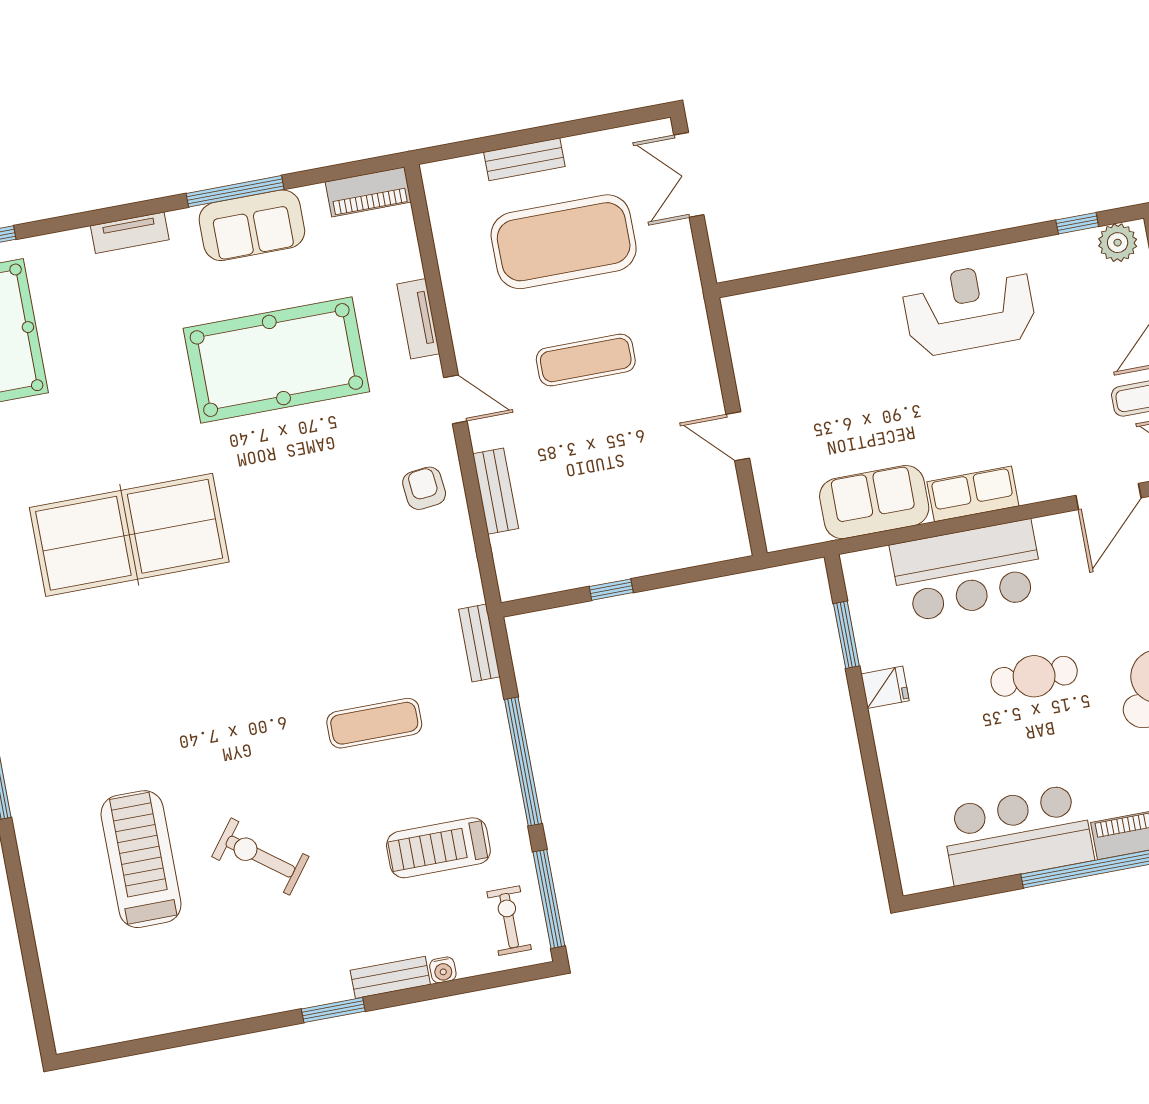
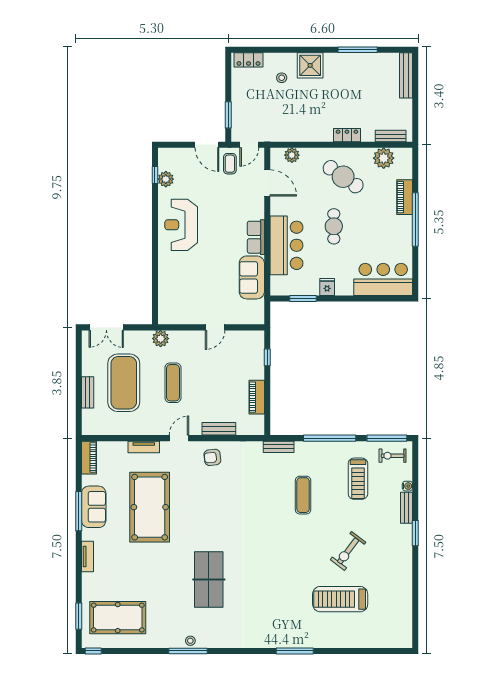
plant: (1118, 243) -> (166, 179), moved
plant: (686, 310) -> (161, 339), added
table tennis table: (129, 535) -> (209, 579), width x0.73, depth x0.76
piano: (589, 568) -> (257, 397), added
window: (611, 590) -> (267, 357), moved
bar counter: (1017, 834) -> (383, 279), moved, turned 90

